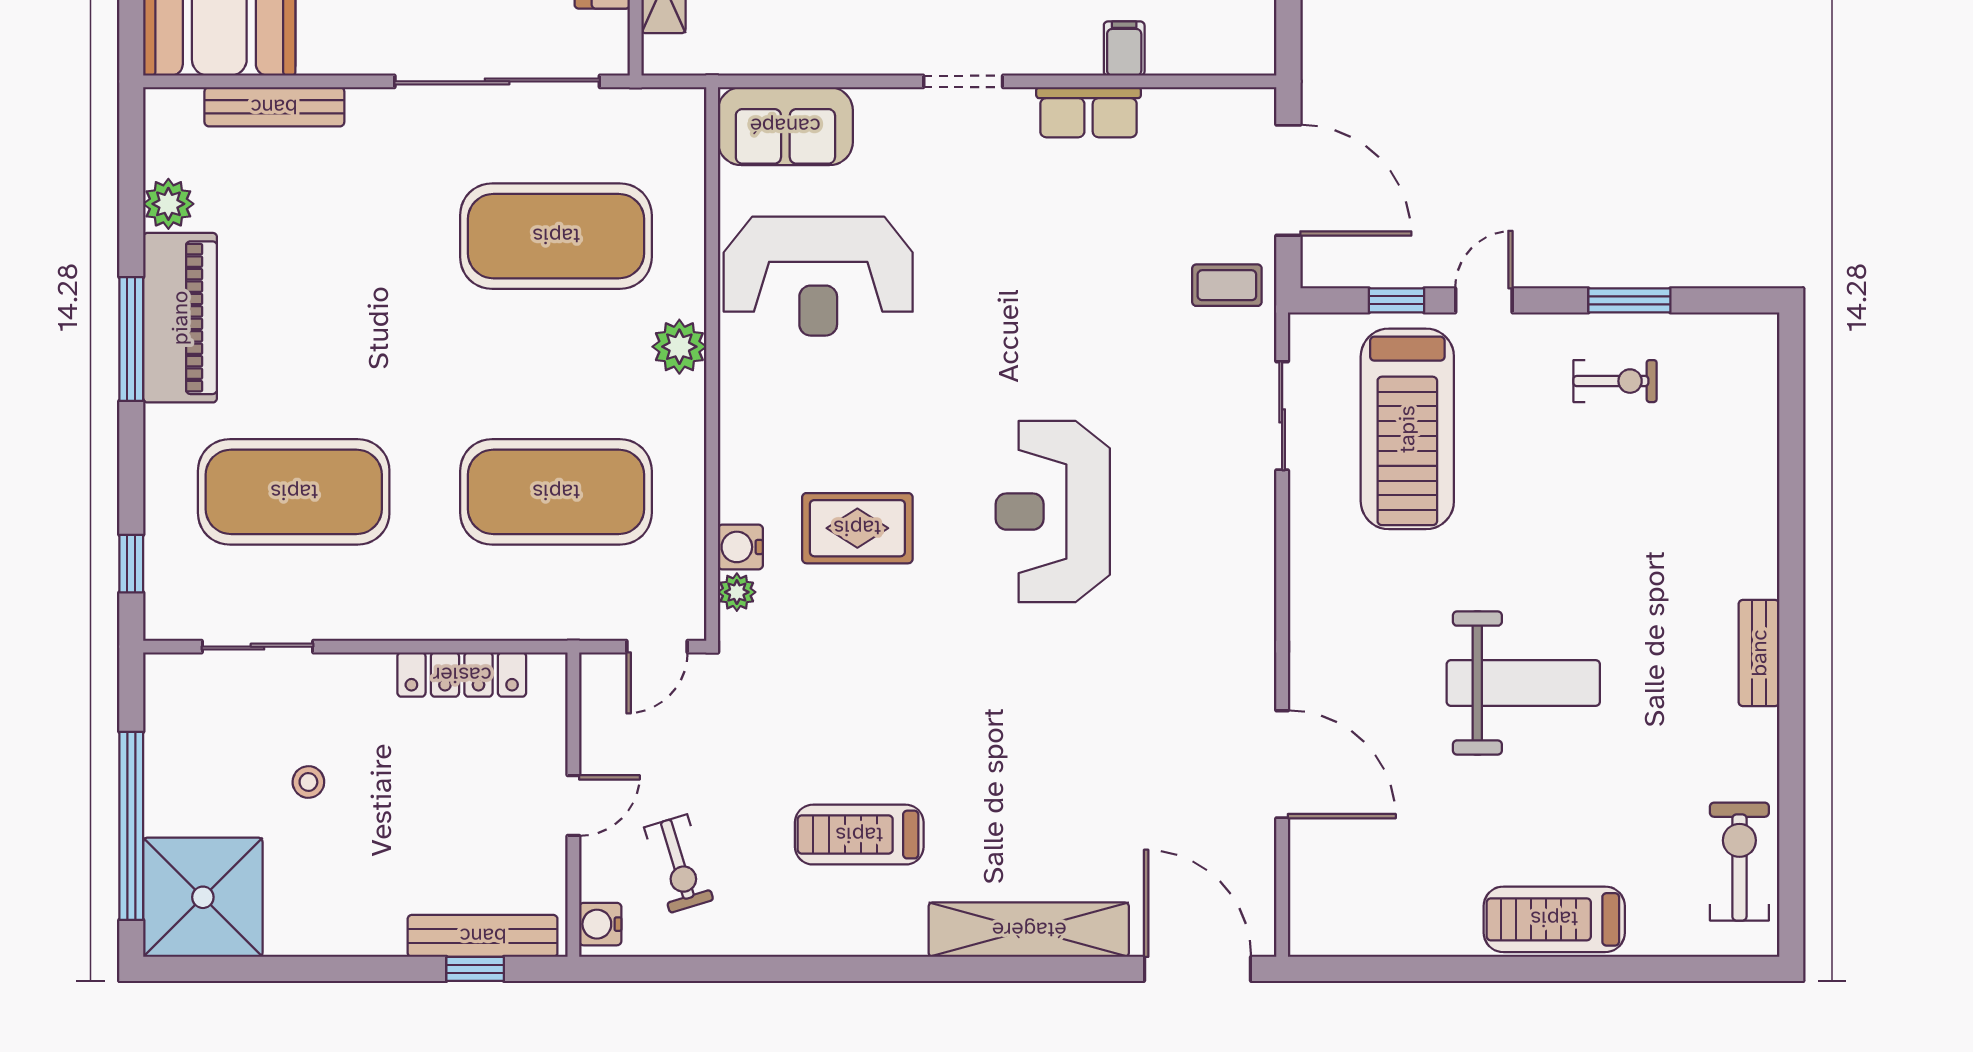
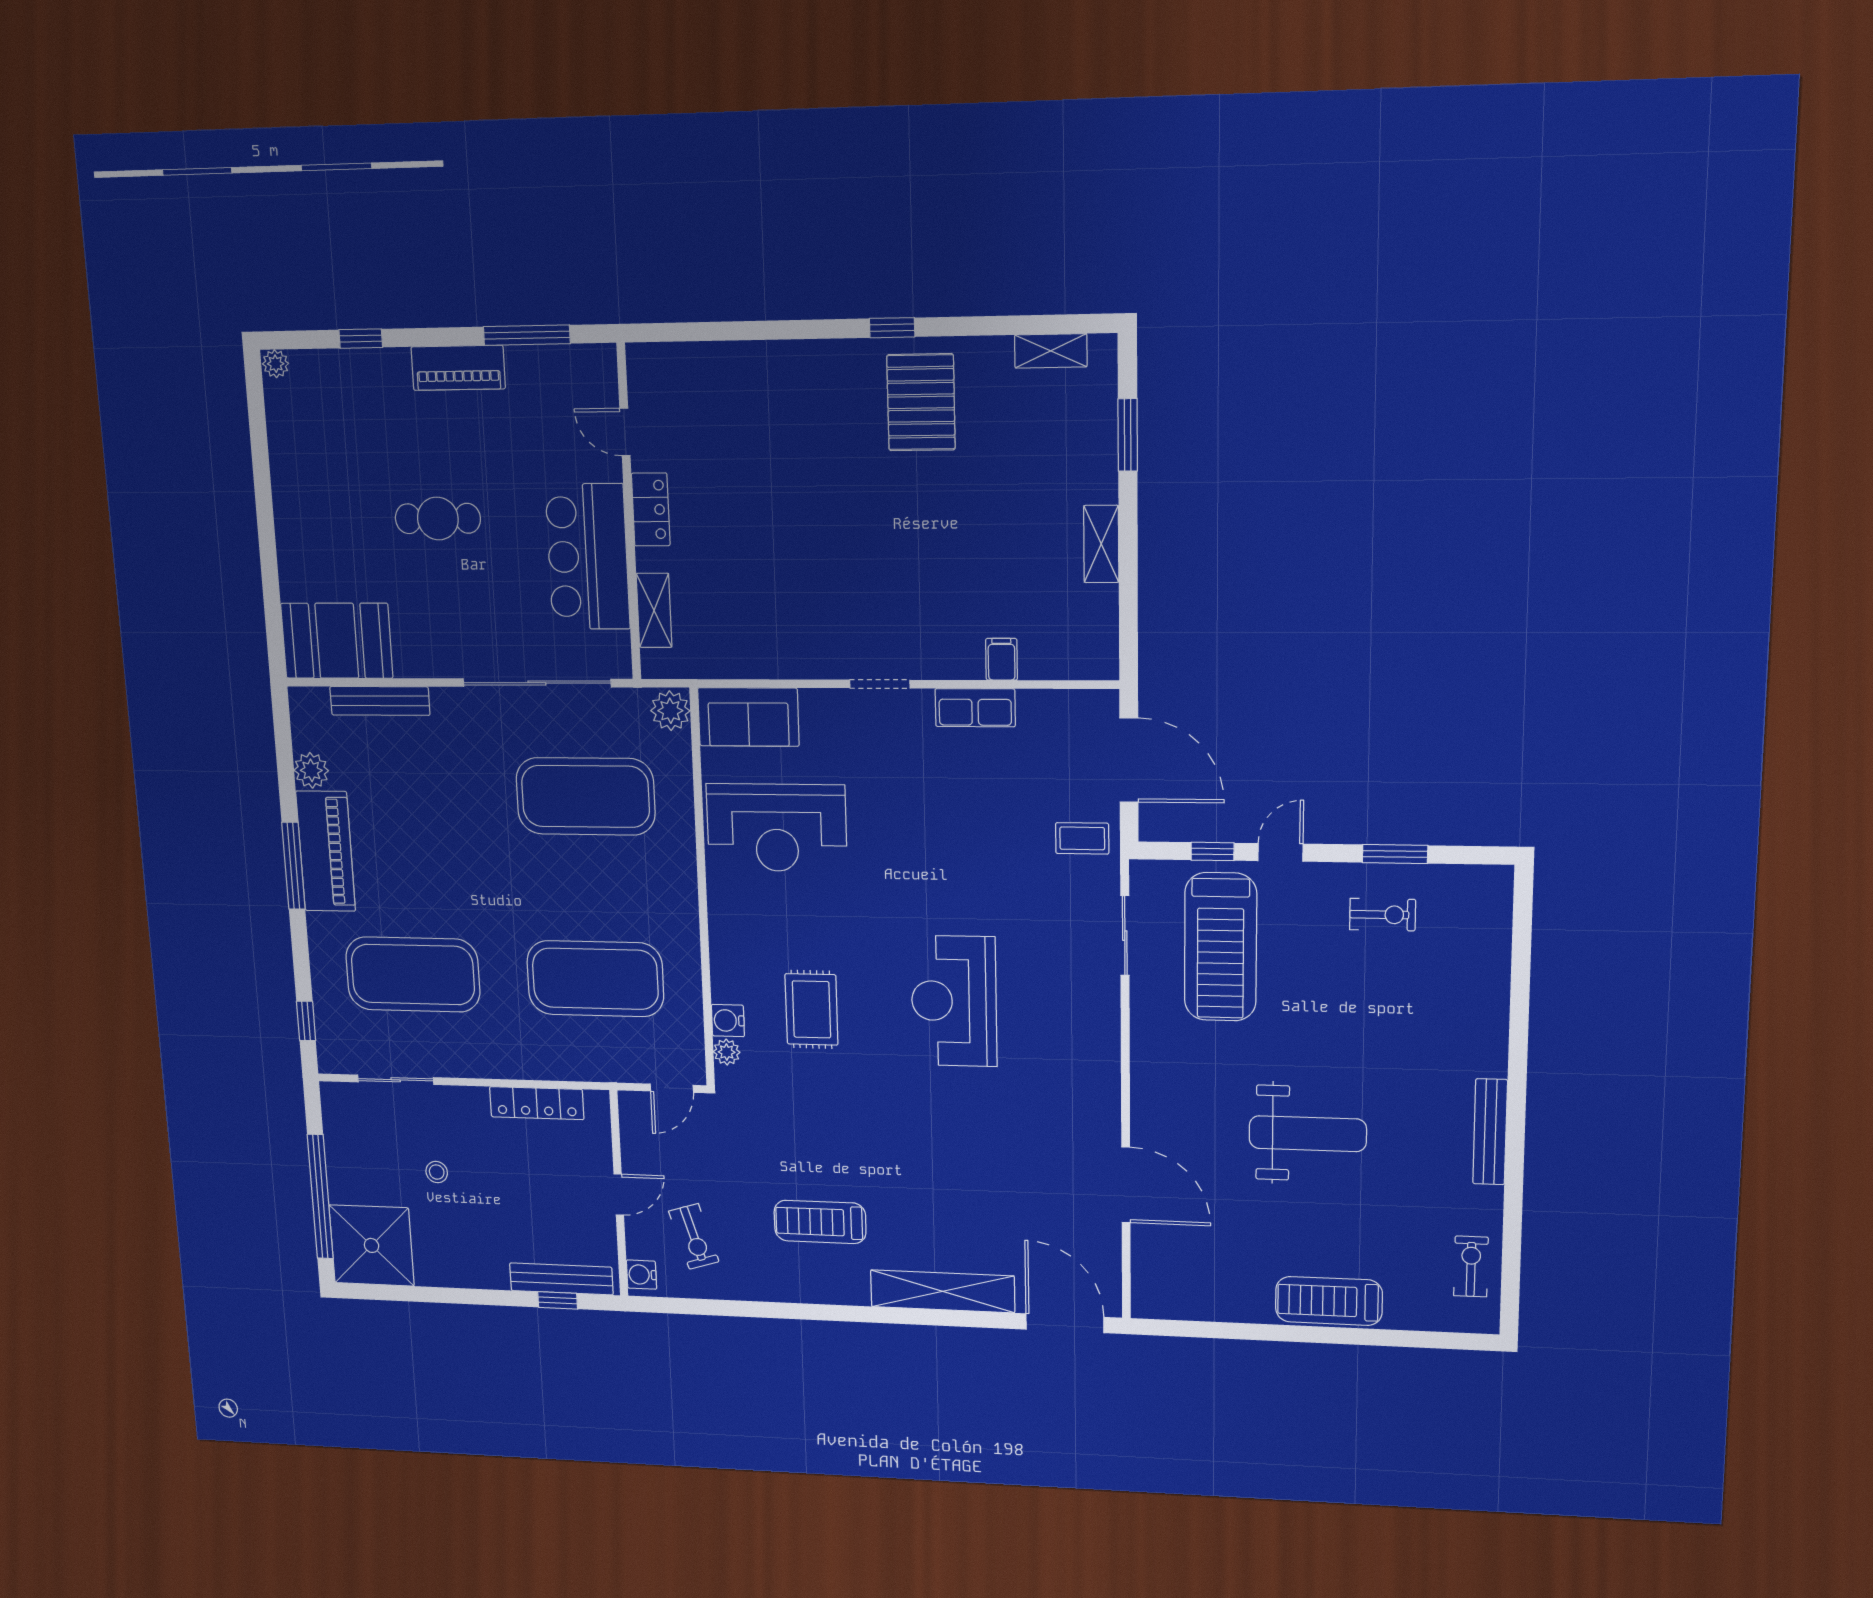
plant: (679, 347) -> (670, 711), moved
rug: (857, 528) -> (811, 1009), turned 90
bench: (1759, 653) -> (1490, 1132), width x1.36
exercise bike: (1739, 862) -> (1471, 1266), width x0.73, depth x0.72

